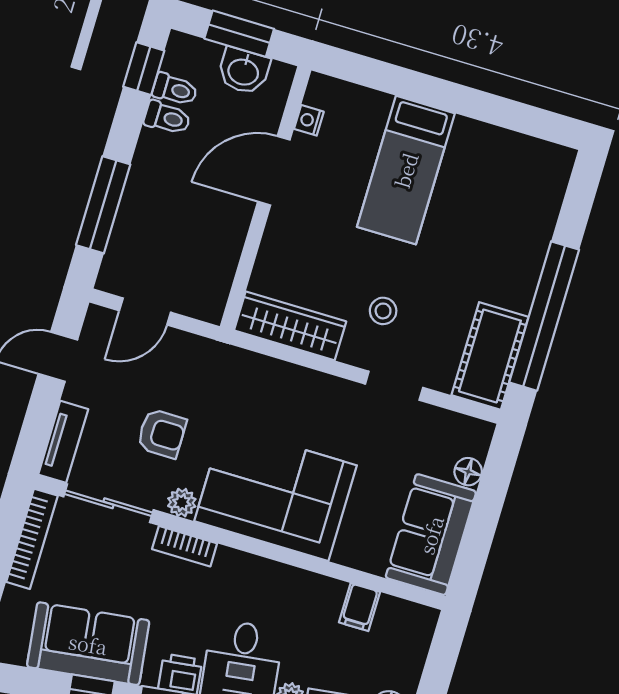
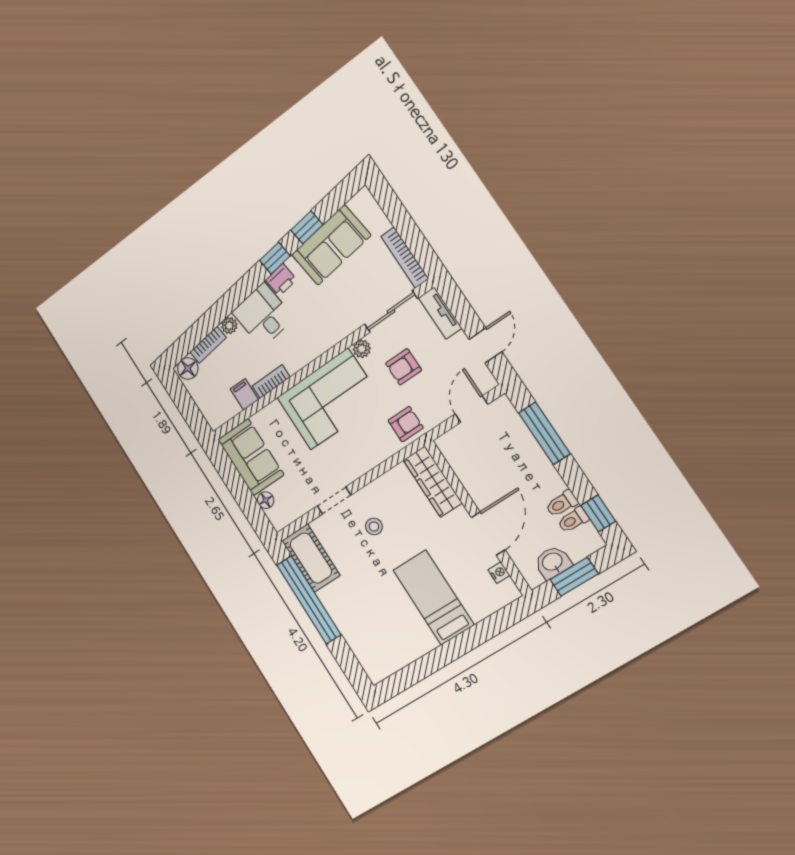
wardrobe: (290, 326) -> (433, 482), moved, turned 90
armchair: (227, 375) -> (406, 424), added
bookcase: (185, 546) -> (271, 382), moved

